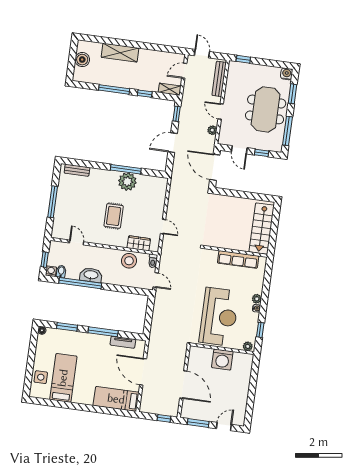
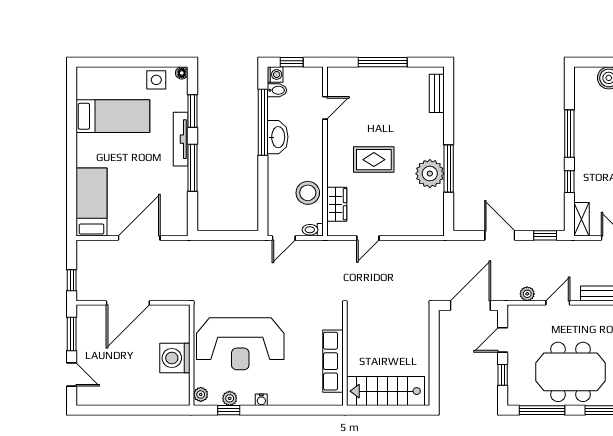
plant: (257, 299) -> (230, 398), moved
tv unit: (123, 342) -> (181, 139), moved, width x1.41
side table: (41, 377) -> (156, 80), moved

